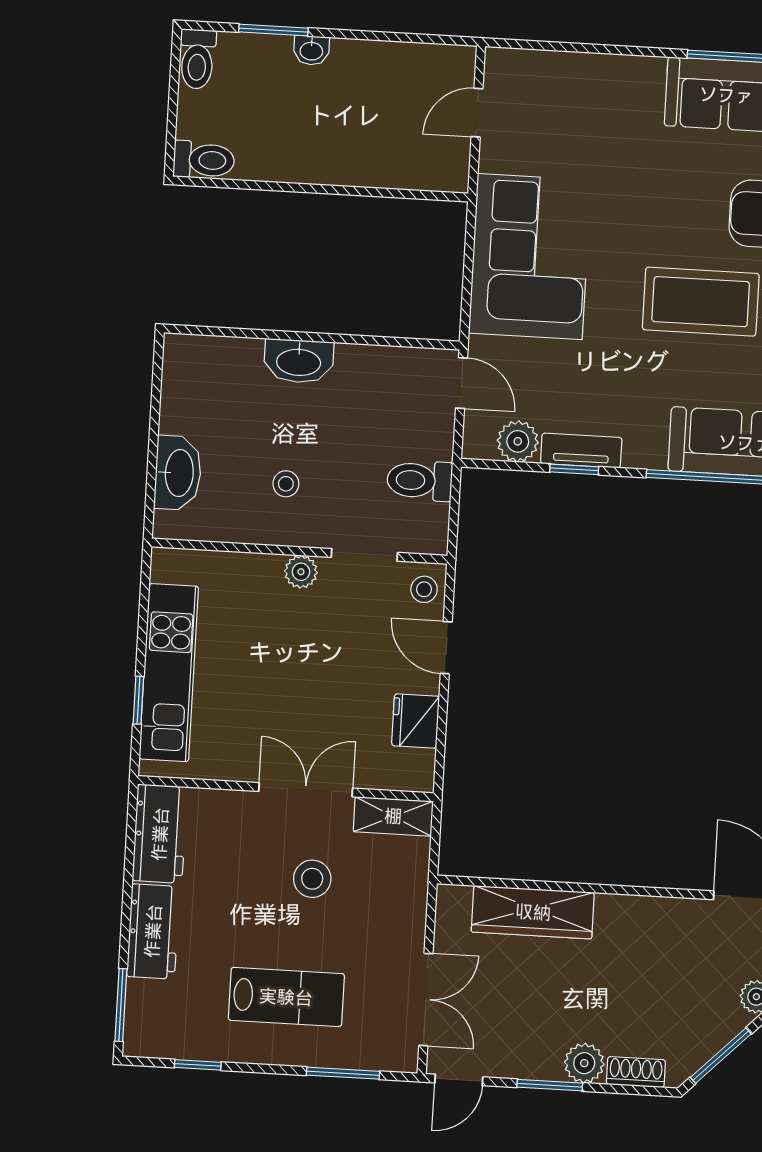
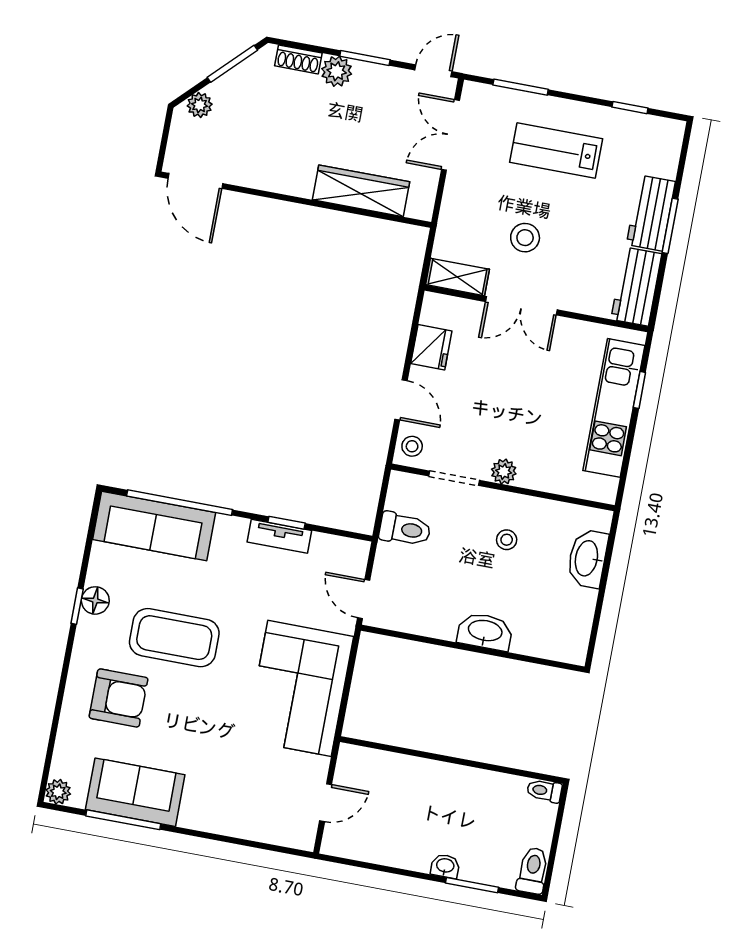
toilet: (204, 160) -> (544, 791), width x0.73, depth x0.72
plant: (518, 441) -> (327, 549), removed
window: (121, 1005) -> (670, 226), moved

